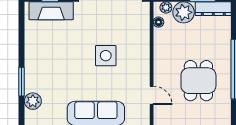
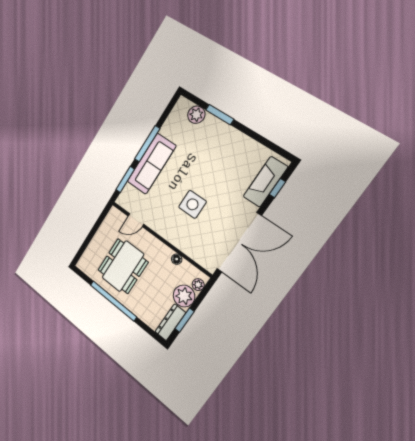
floor lamp: (159, 22) -> (177, 259), moved
dining table: (198, 81) -> (123, 266), width x1.38

